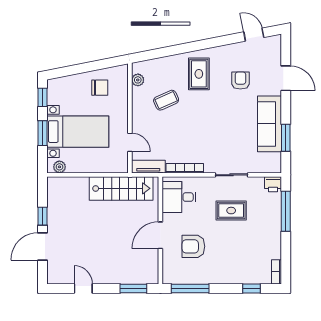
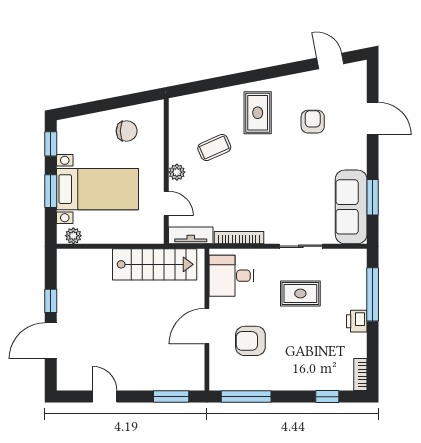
plant: (138, 80) -> (177, 172), moved
sofa: (270, 124) -> (351, 207), moved
printer: (273, 184) -> (357, 321), moved, turned 90

